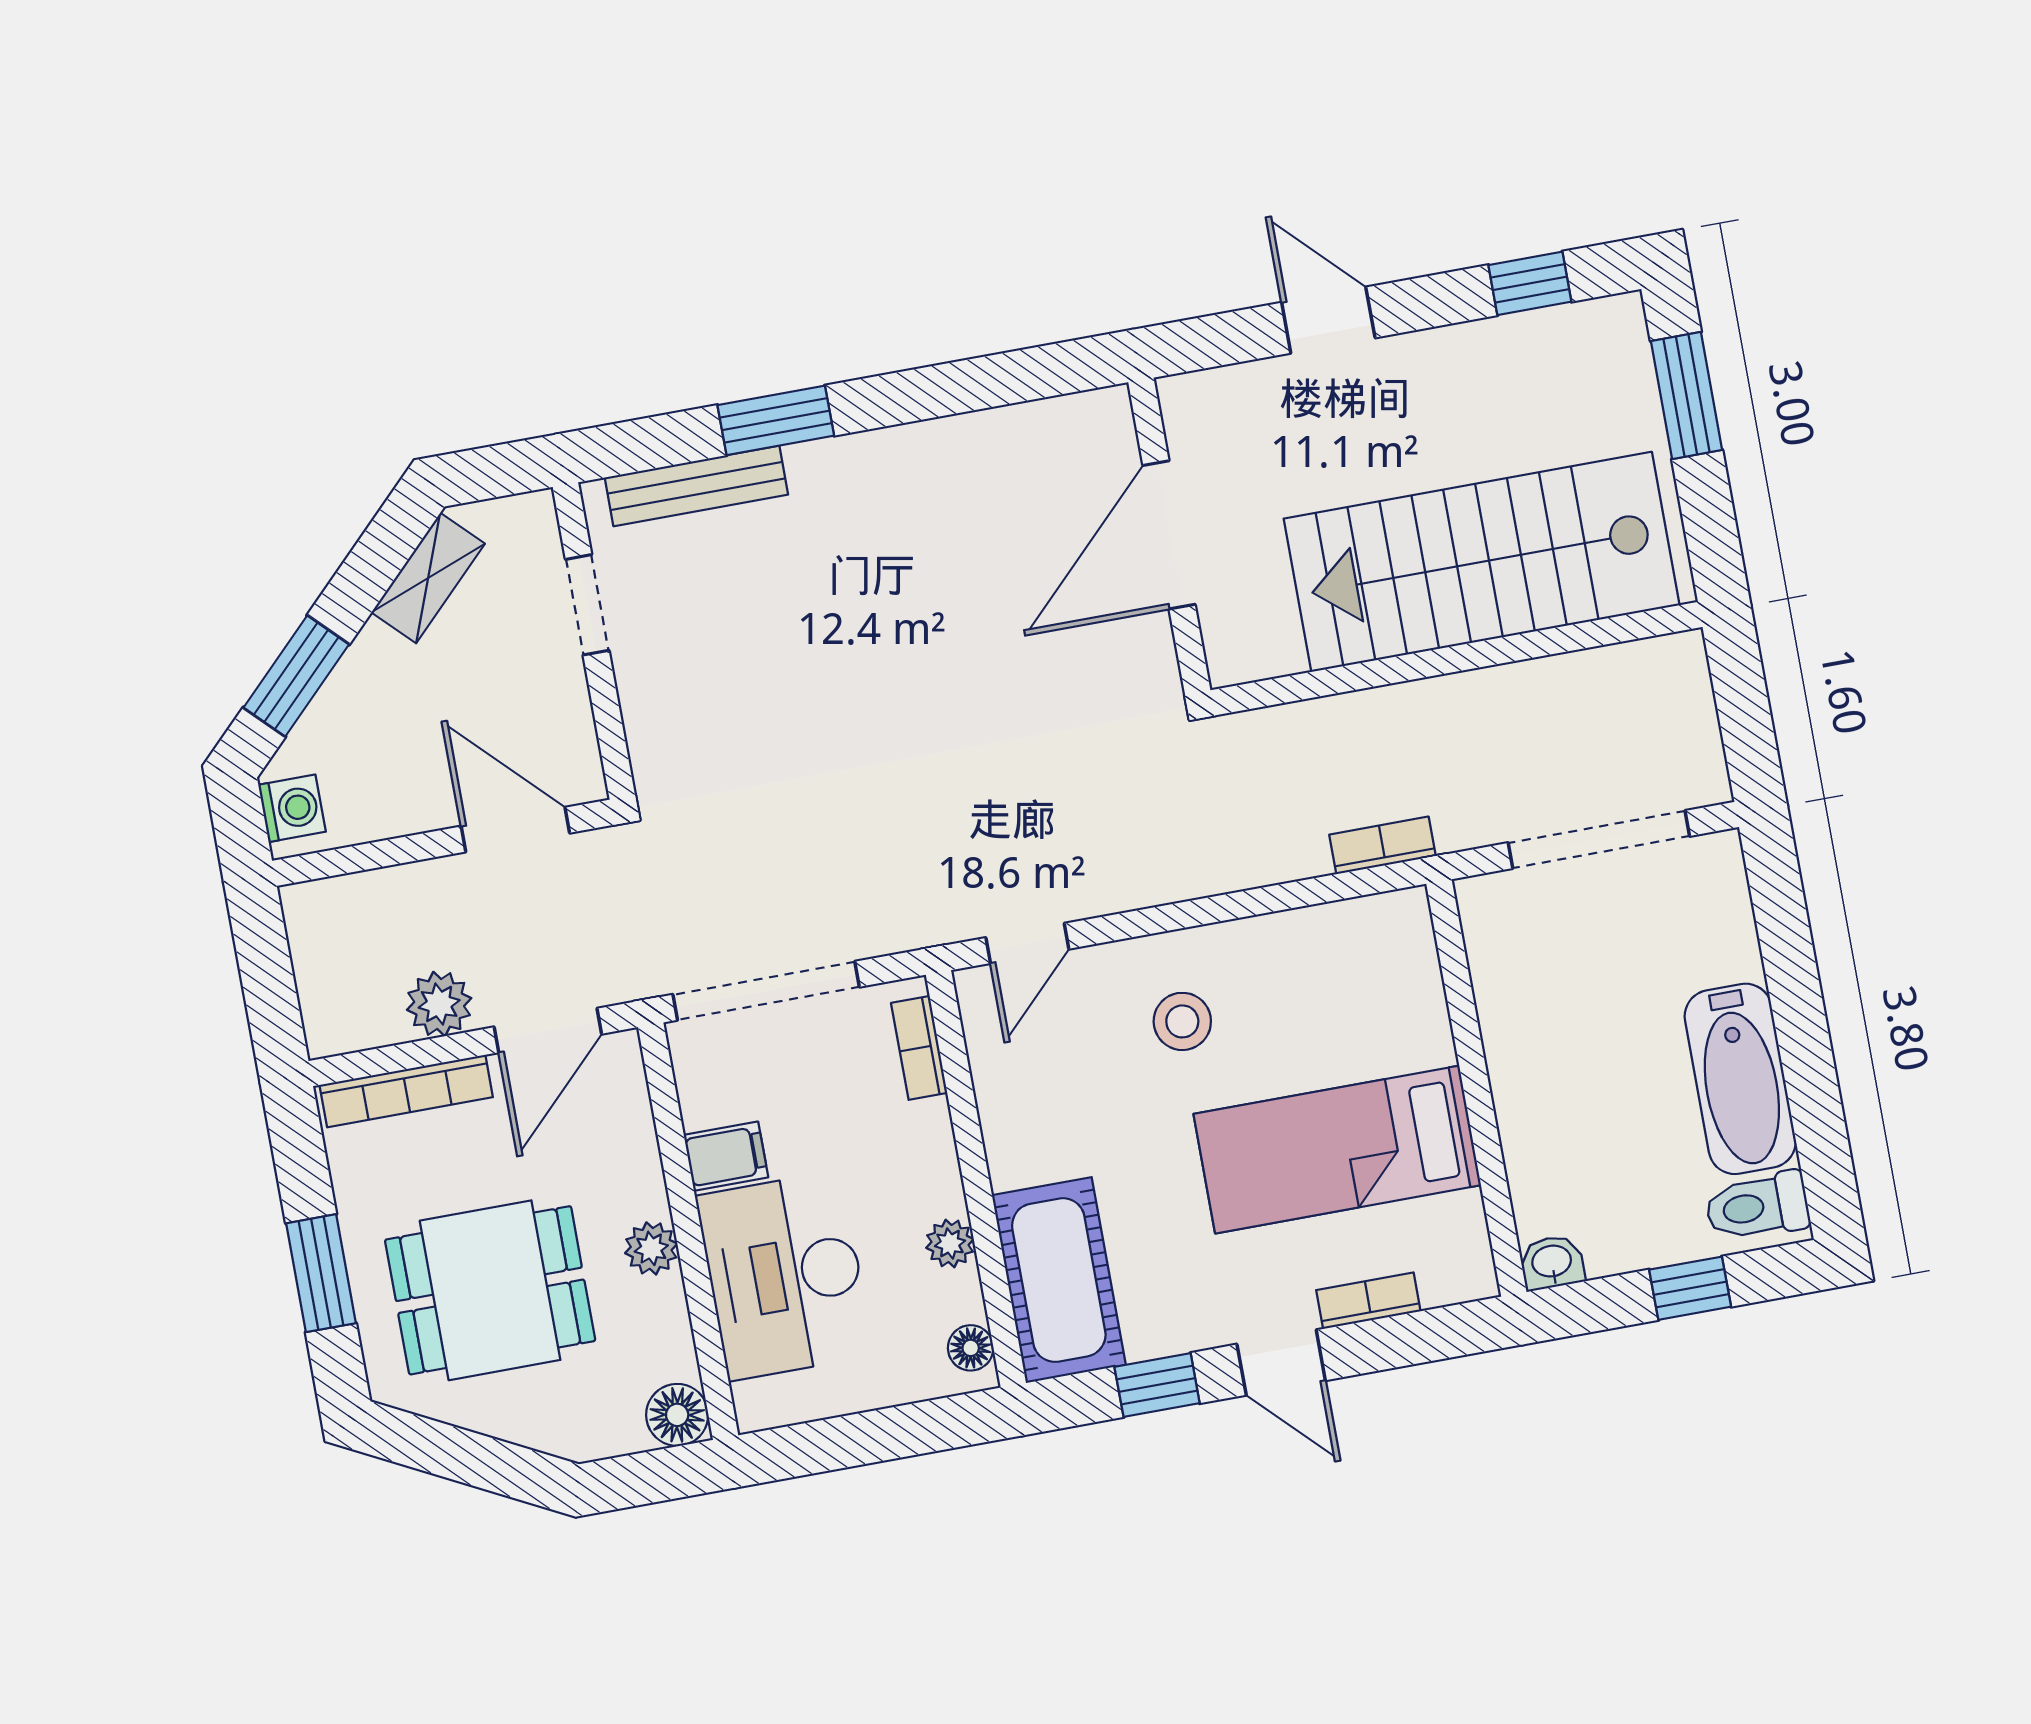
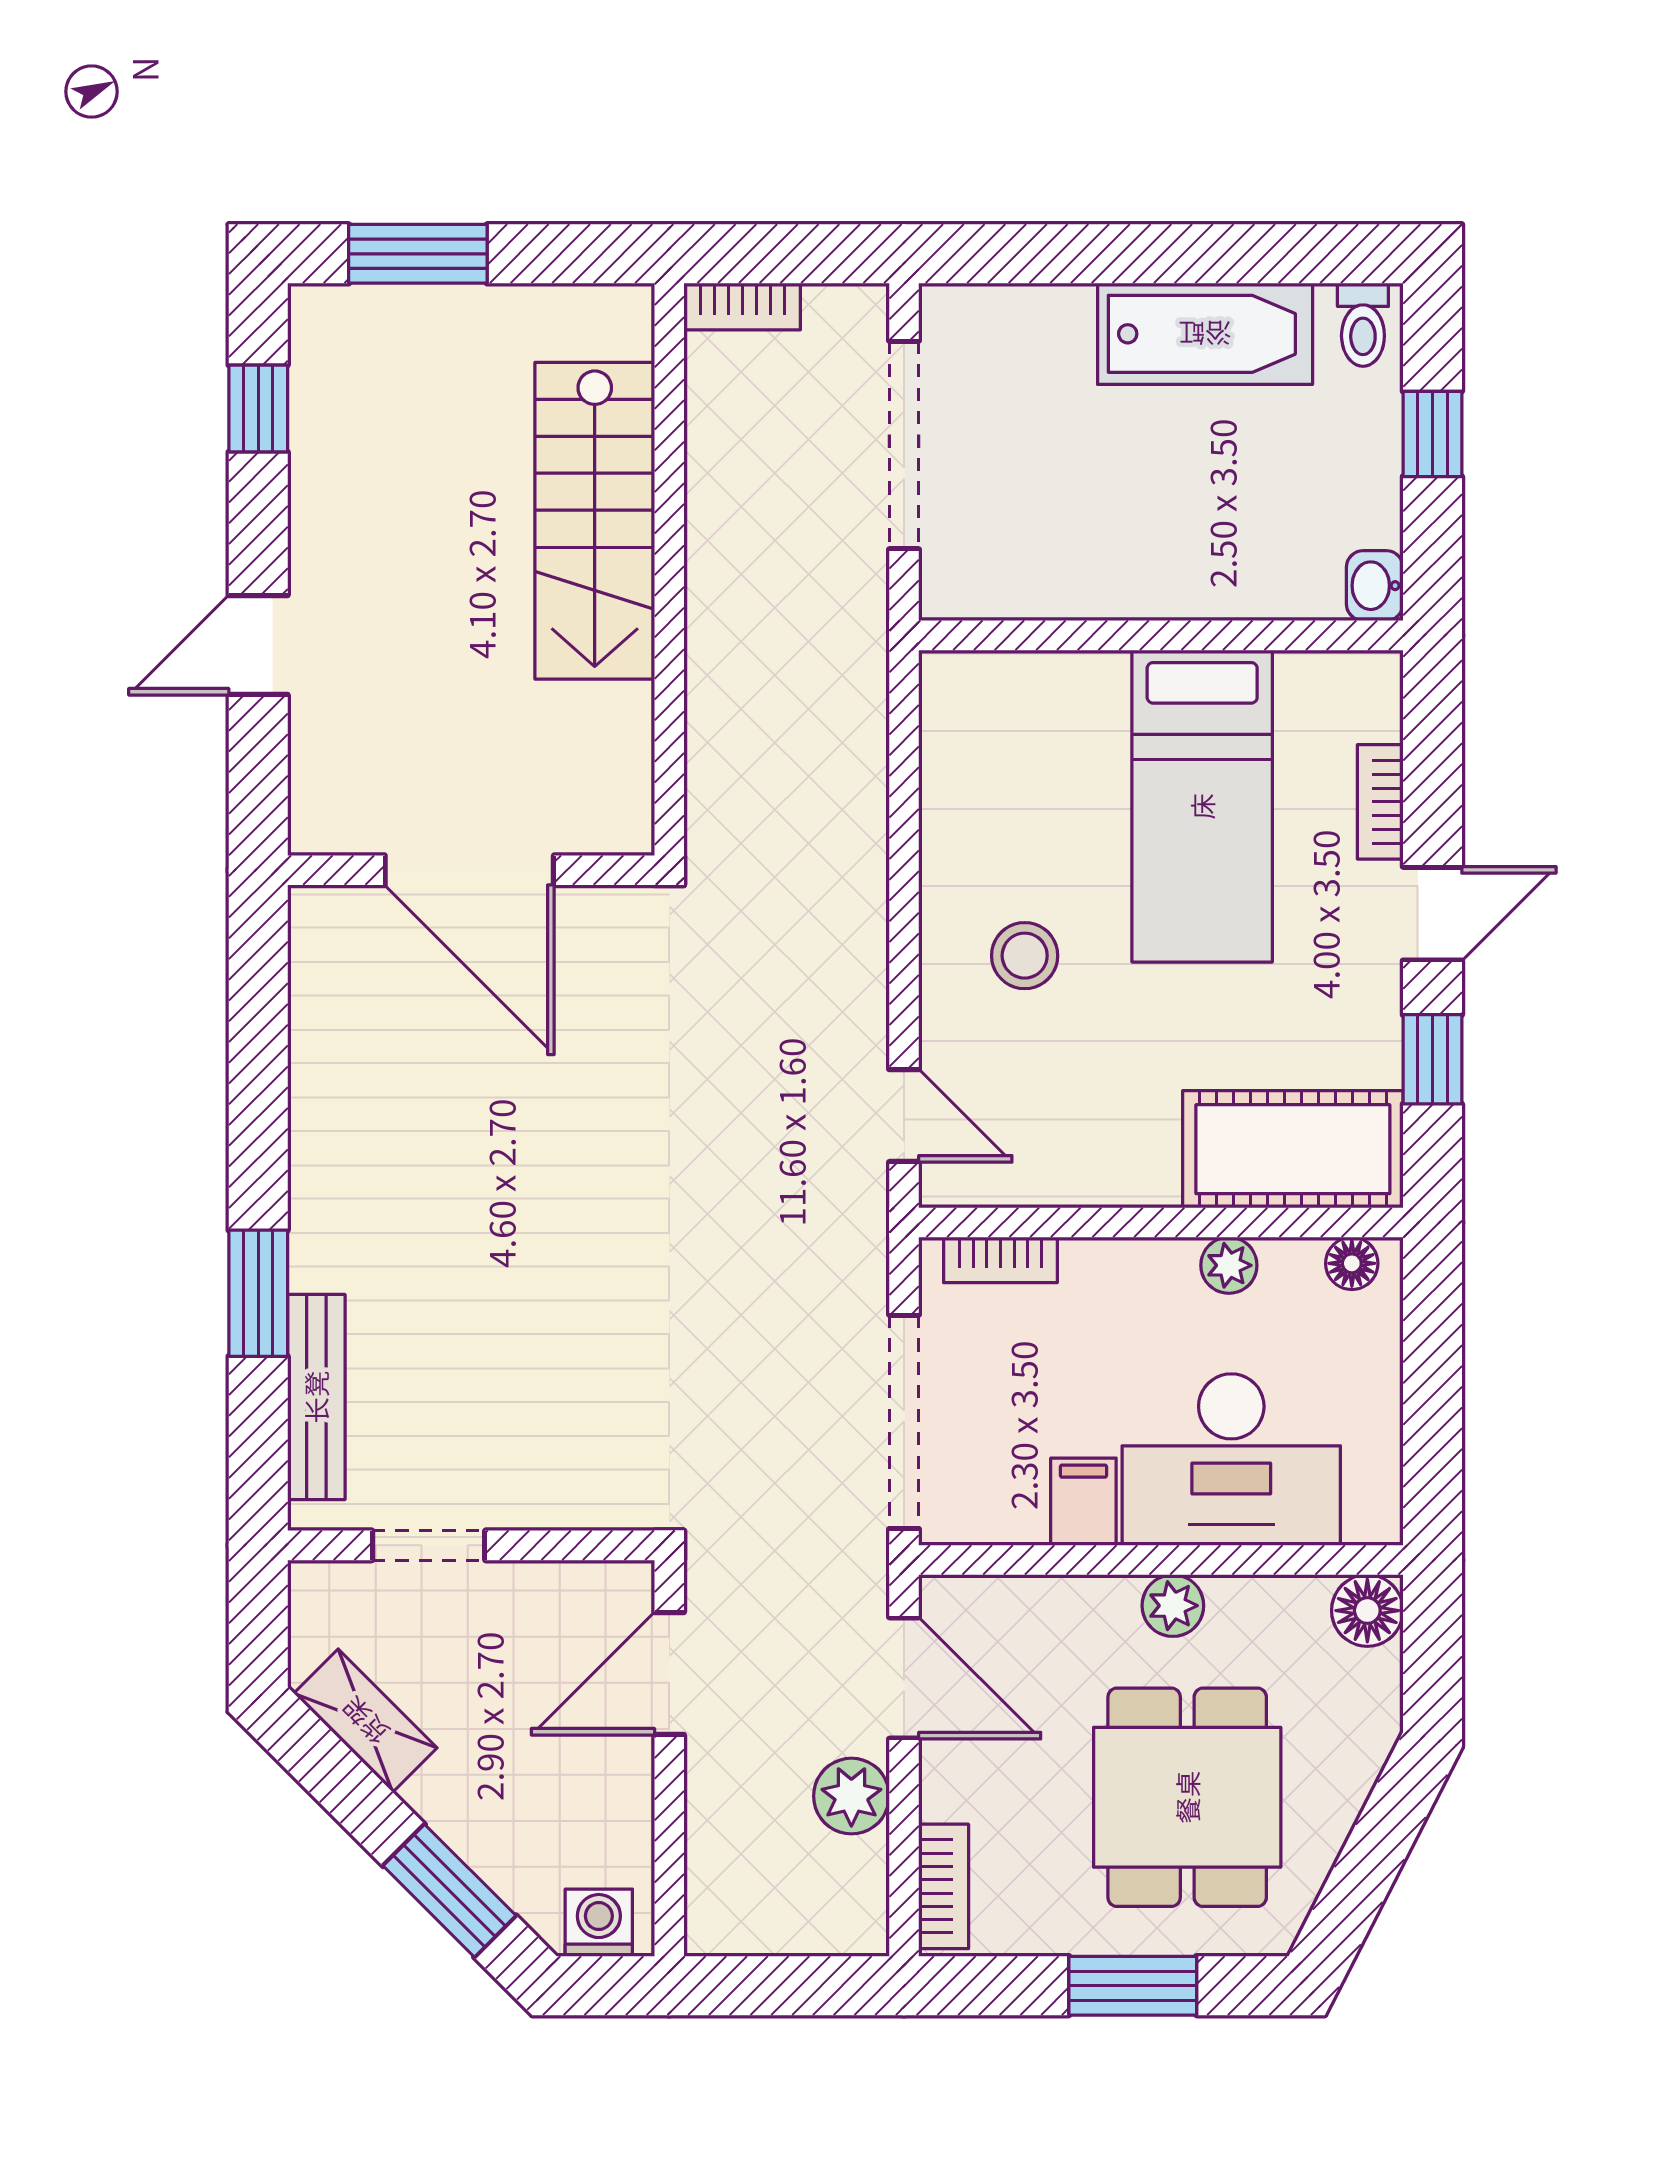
stairs: (1482, 562) -> (595, 521), width x0.73, depth x0.66
bookcase: (1383, 845) -> (742, 306), moved, turned -90
bookcase: (406, 1091) -> (944, 1886), width x0.64
toilet: (1757, 1206) -> (1363, 325), width x0.73, depth x0.72

